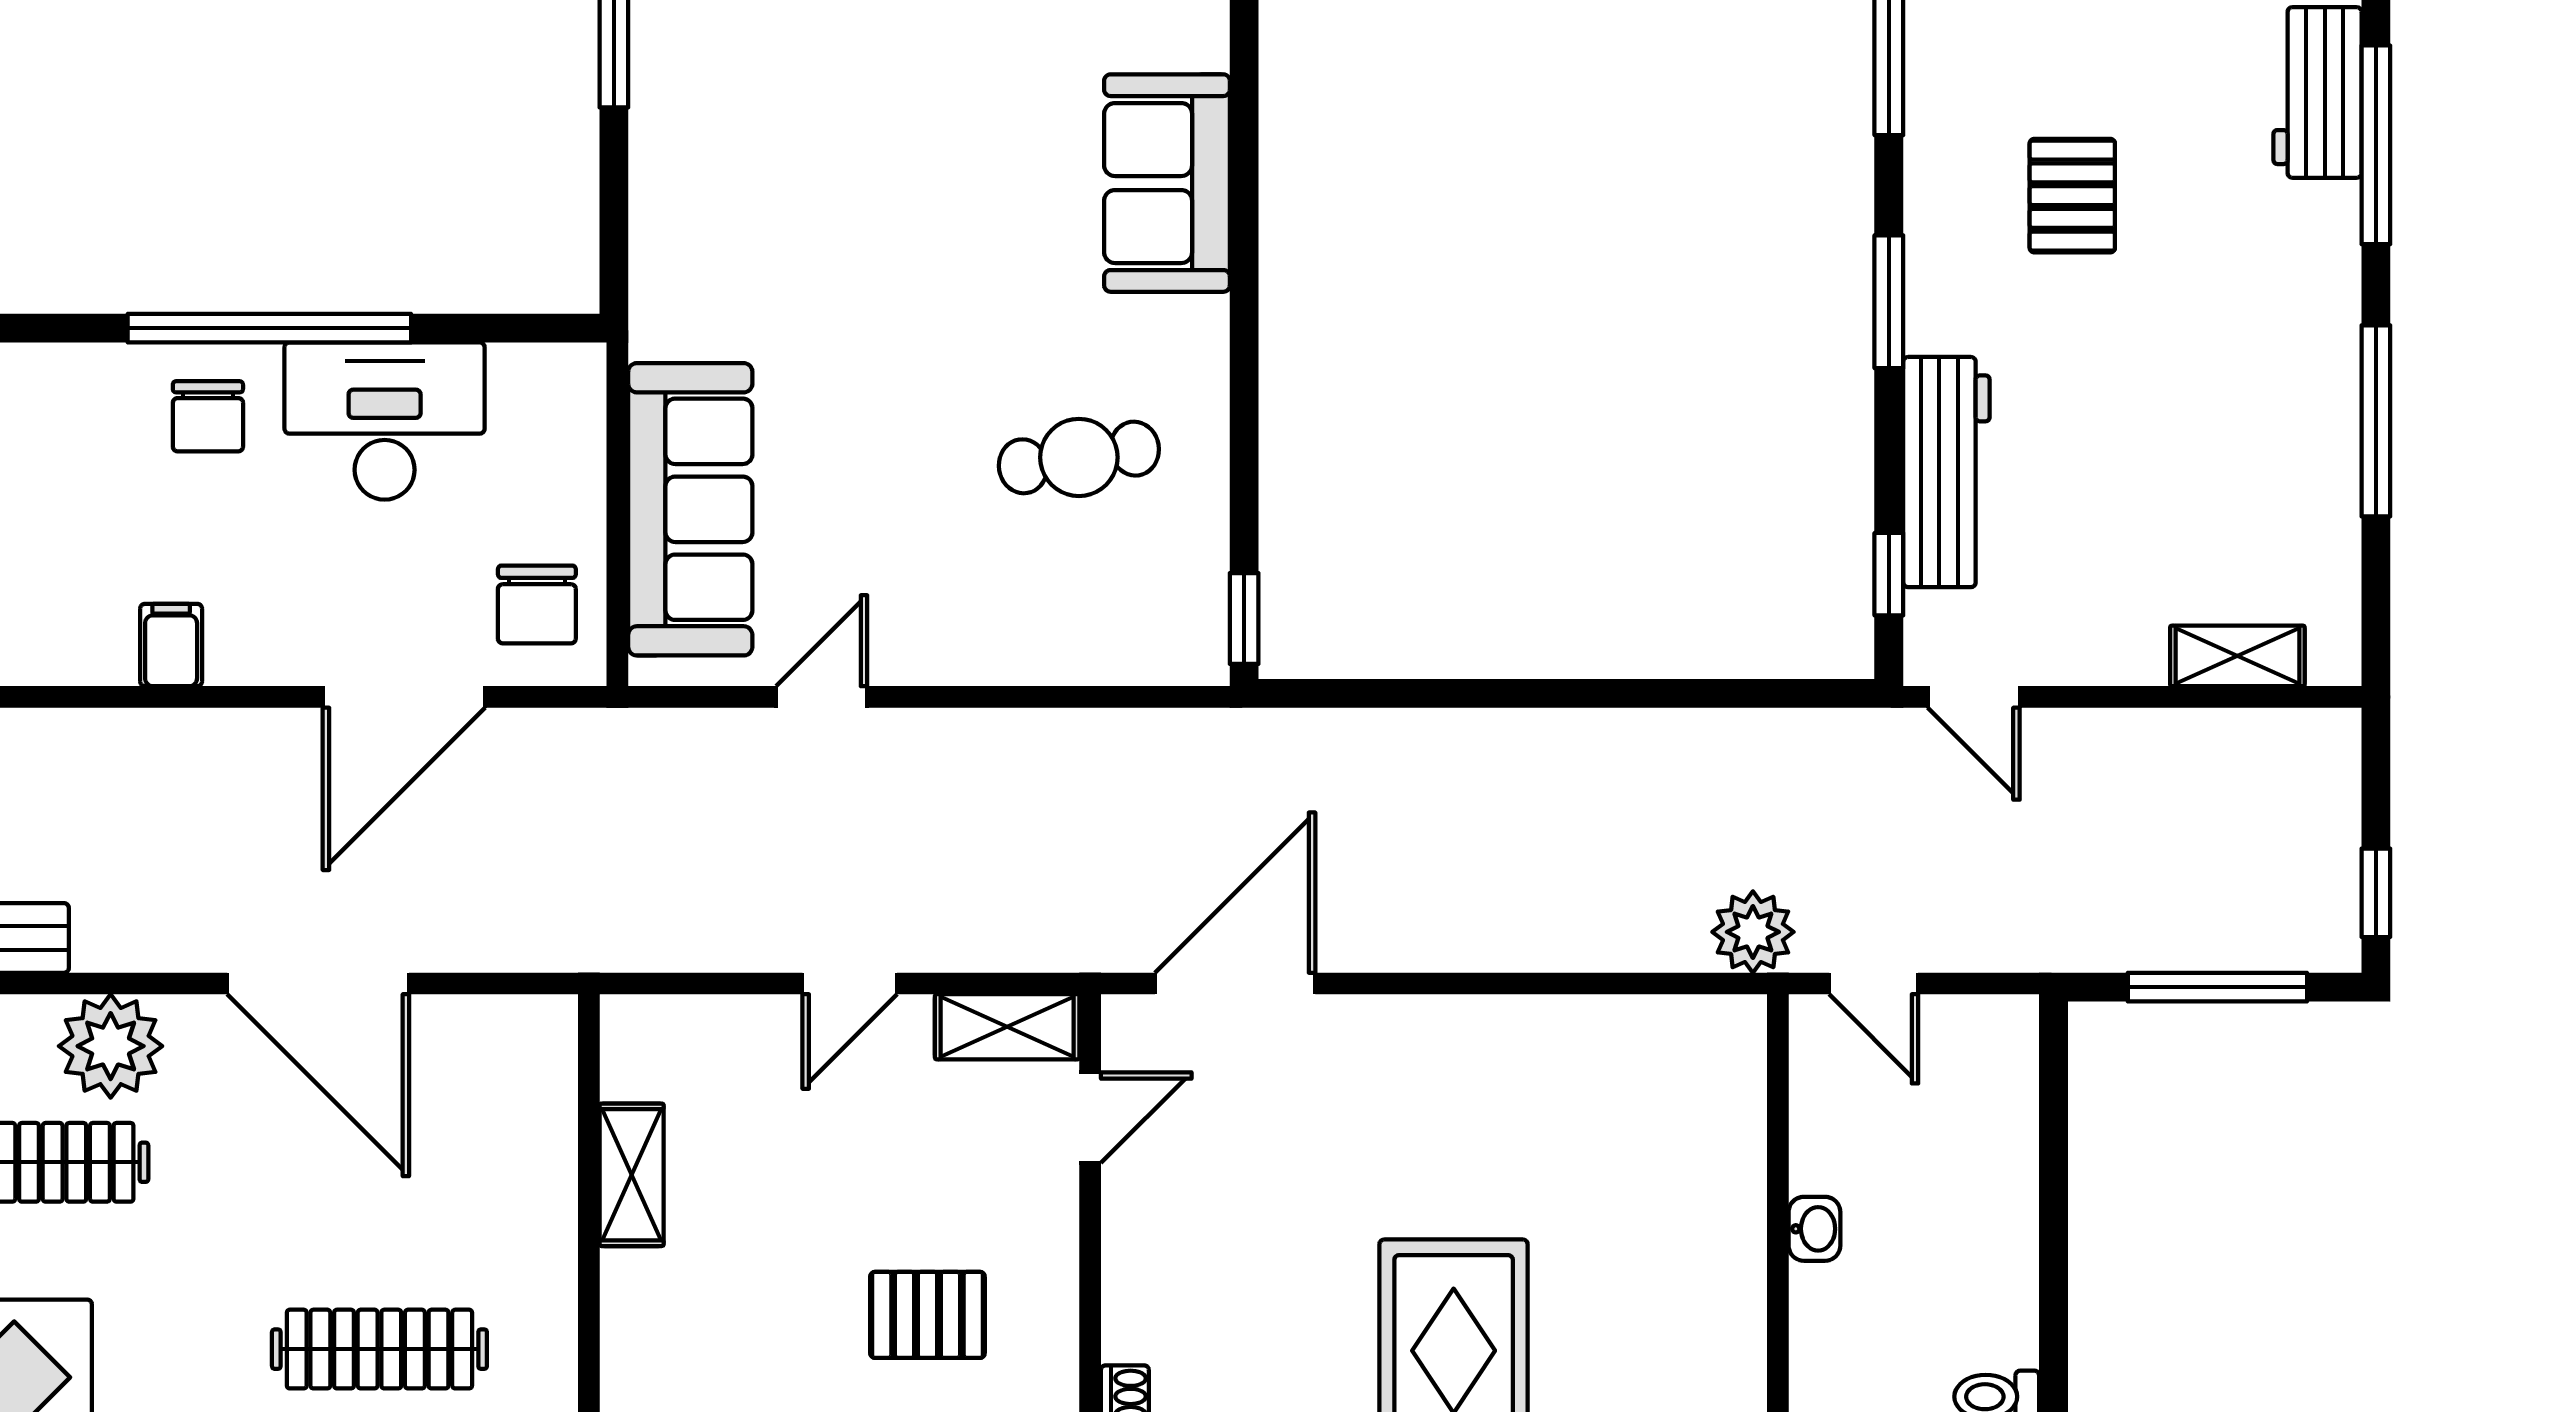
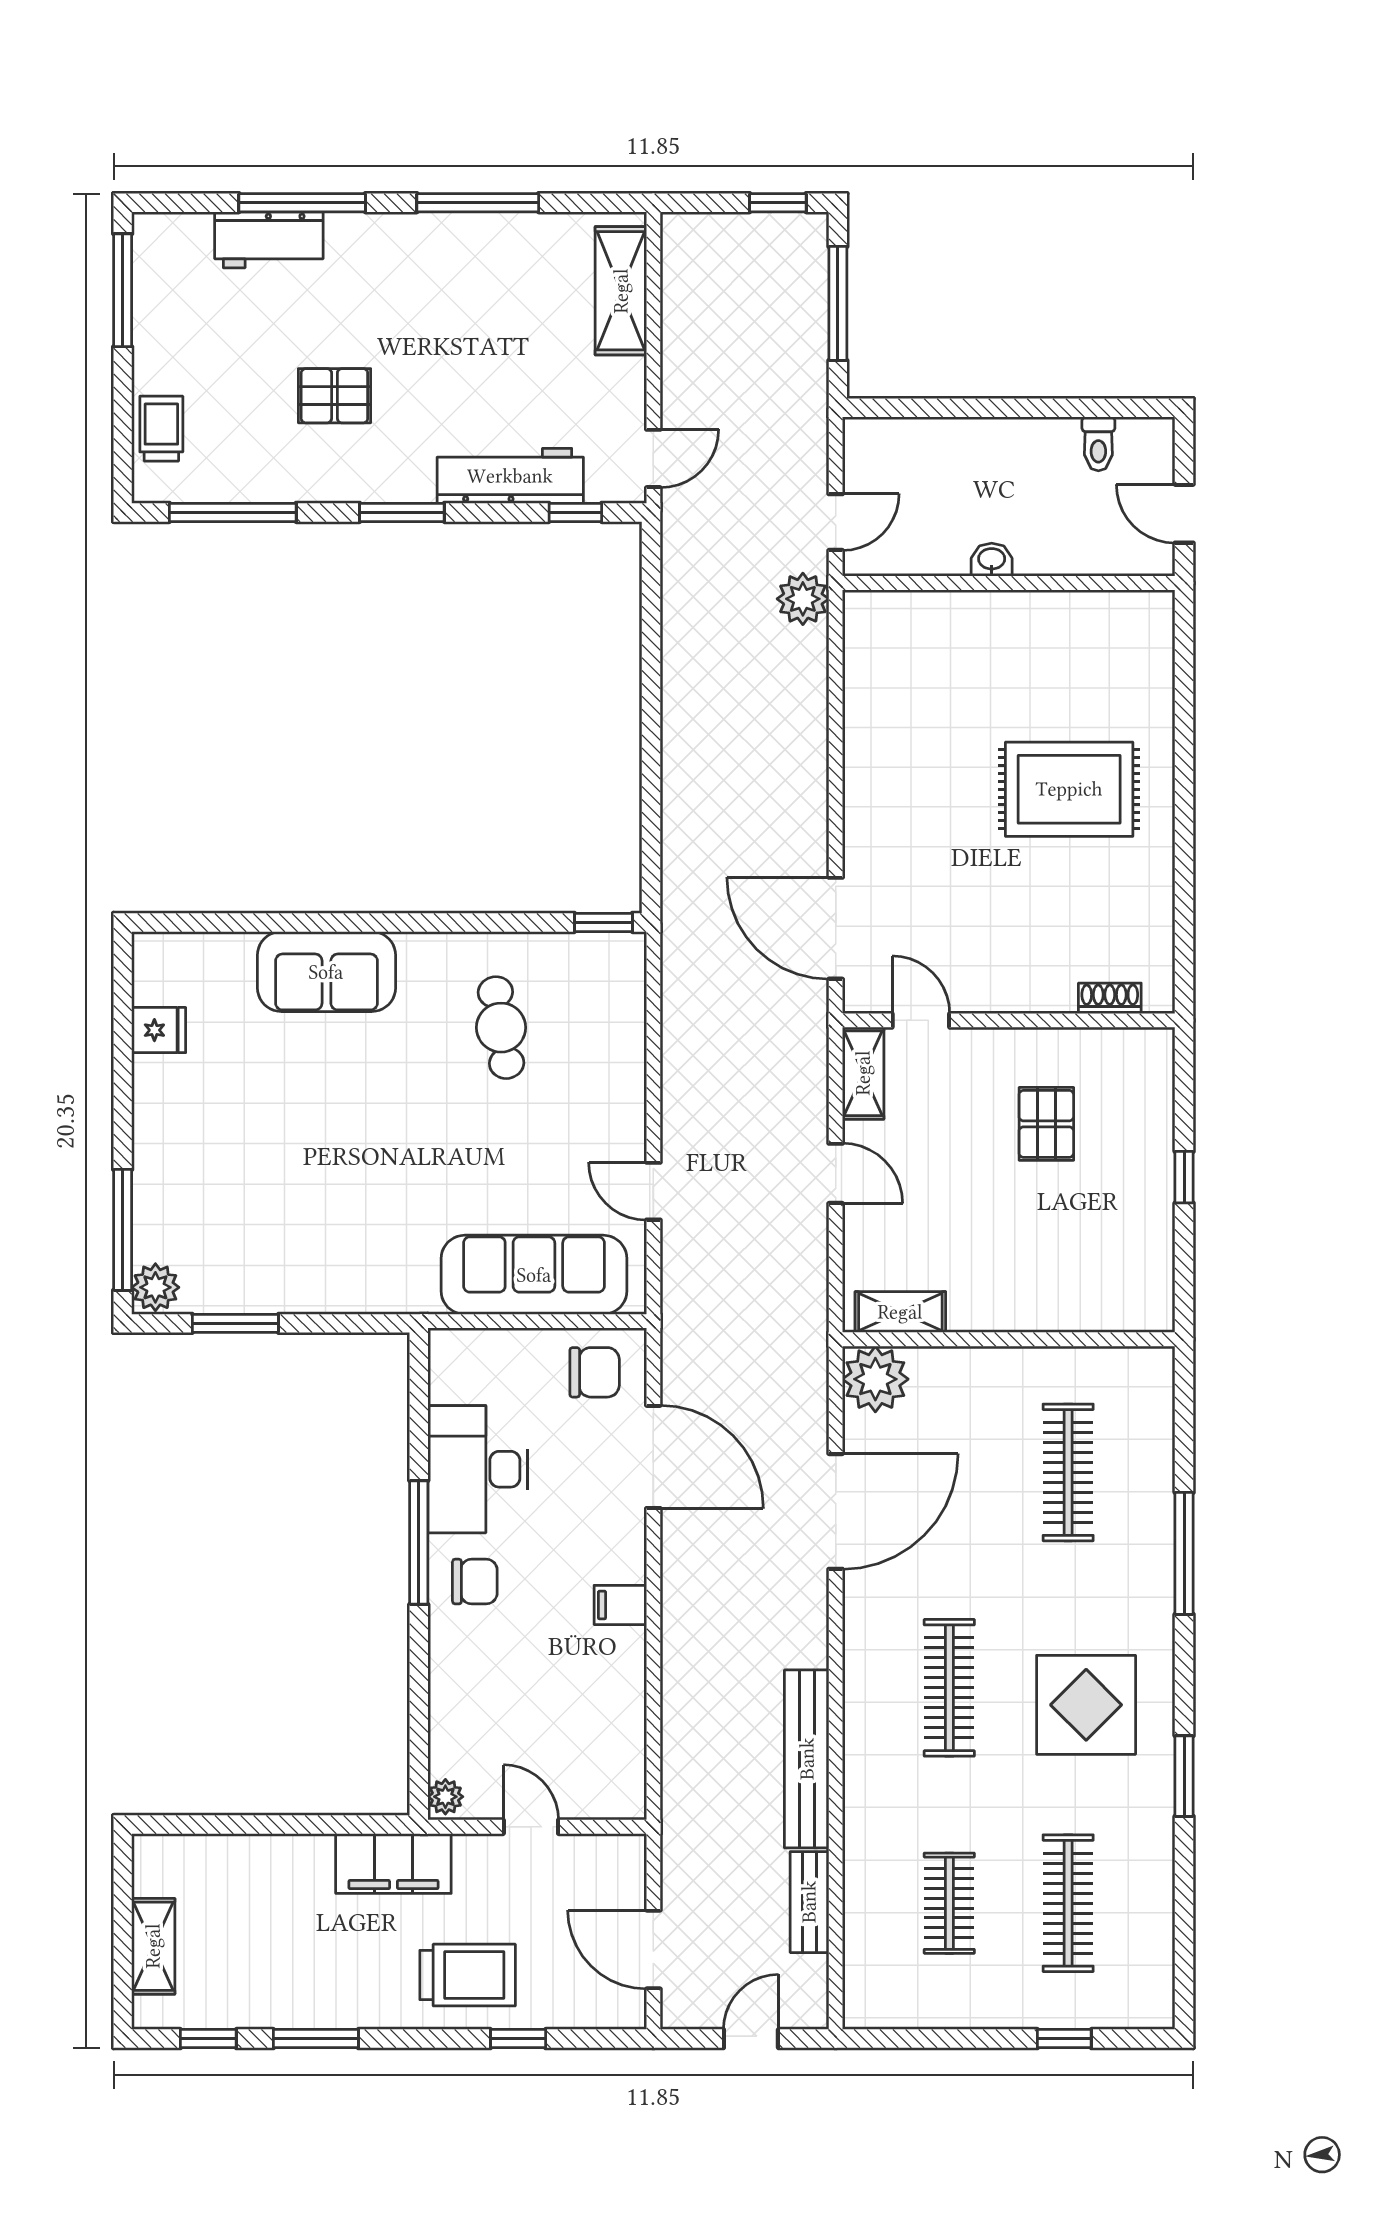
window: (269, 328) -> (419, 1542), width x0.68
shelving: (2237, 656) -> (621, 291), width x1.50, depth x1.33
plant: (111, 1046) -> (875, 1379), moved
shelving: (632, 1175) -> (900, 1312), moved

